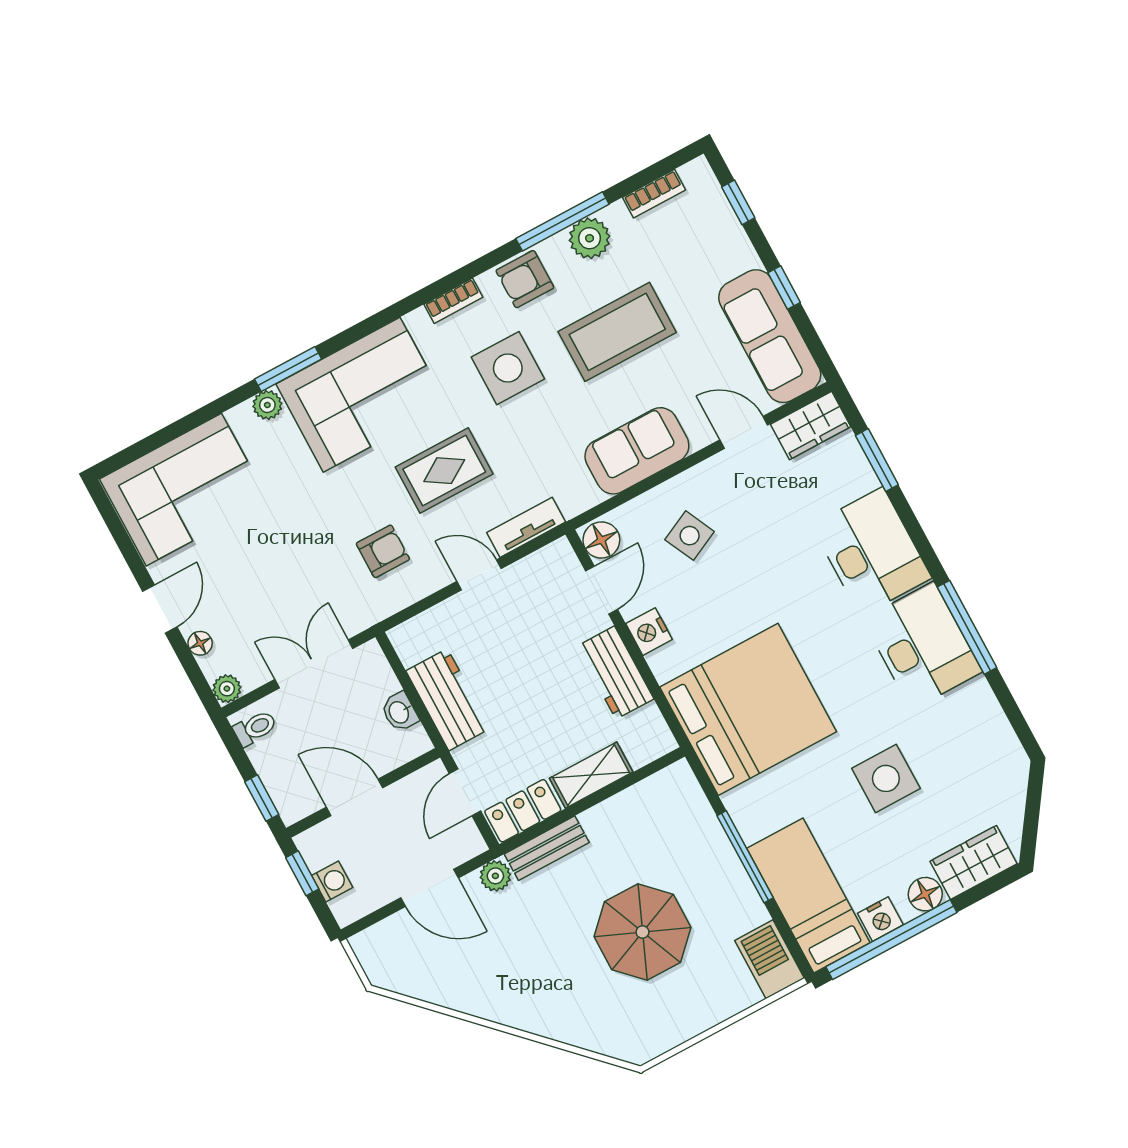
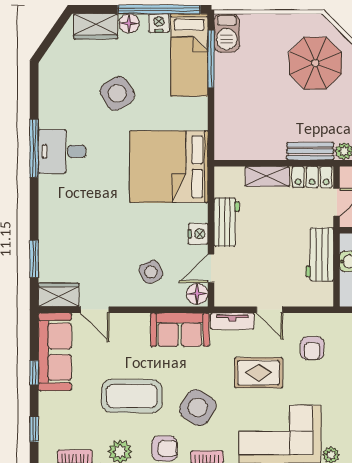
side table: (508, 368) -> (198, 408), turned 33
sofa: (637, 451) -> (180, 330), moved
armchair: (383, 551) -> (312, 348), turned -90
desk: (871, 552) -> (62, 213), removed
desk: (922, 646) -> (62, 151), width x0.73
side table: (886, 778) -> (117, 93), turned -32
window: (745, 857) -> (211, 59), moved
parasol: (642, 932) -> (315, 63), moved

